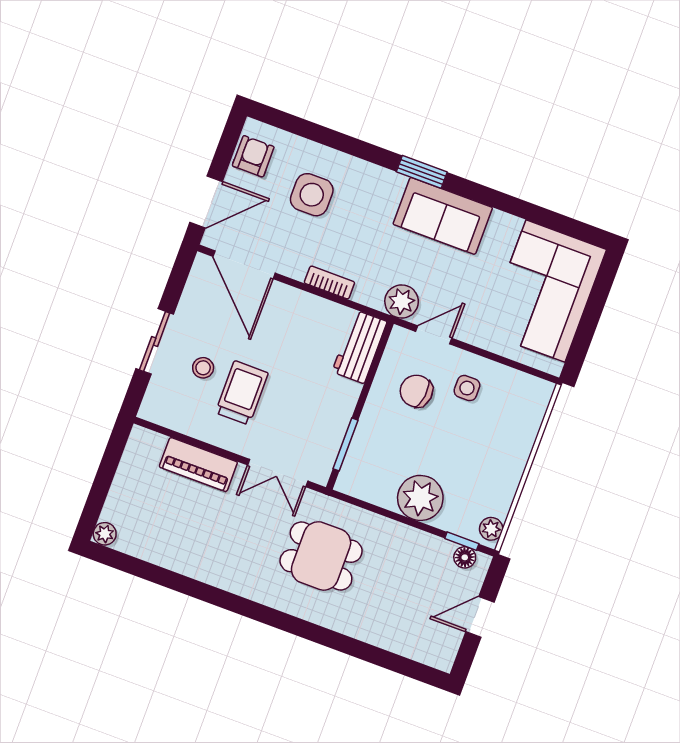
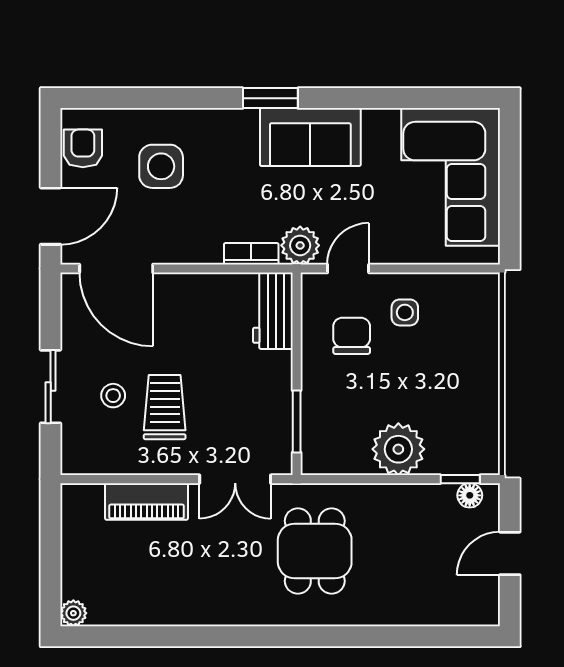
bookcase: (329, 283) -> (251, 254), moved
chair: (416, 391) -> (352, 336), turned 83
plant: (491, 529) -> (487, 454), removed
dining table: (321, 556) -> (315, 551), turned 90

